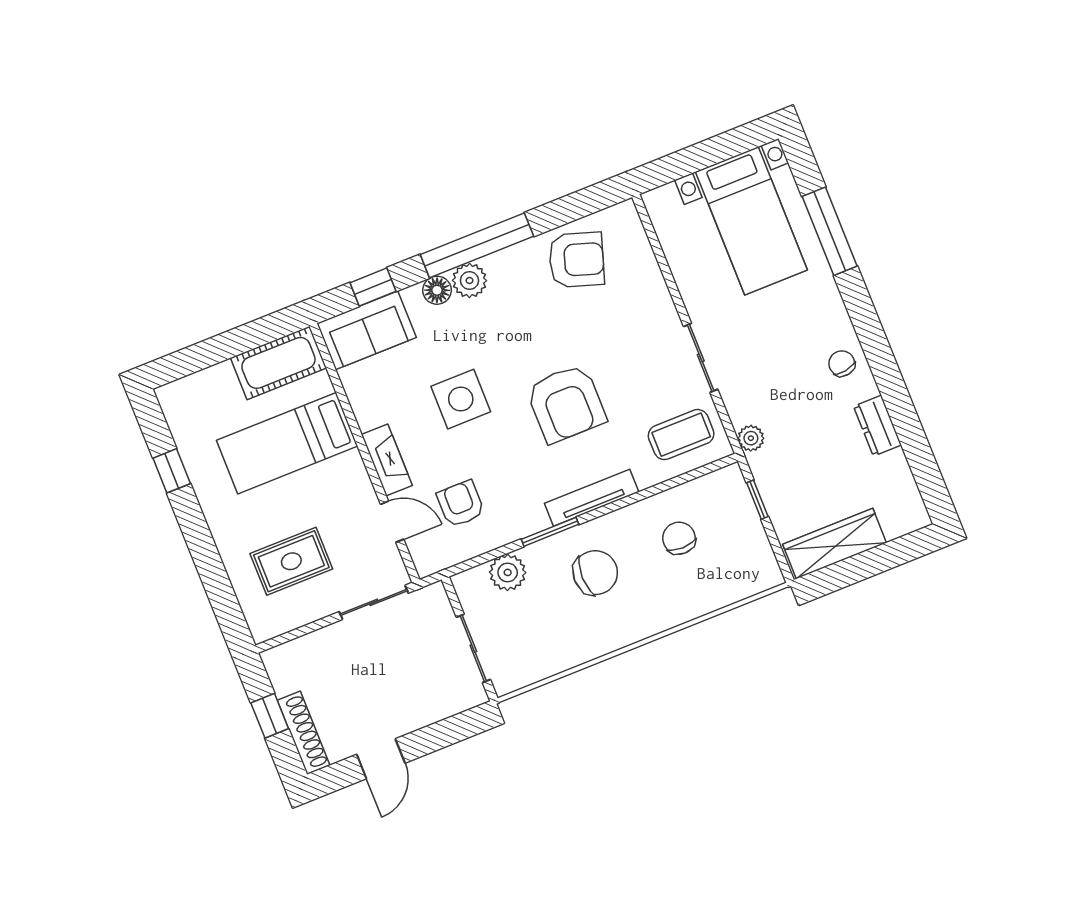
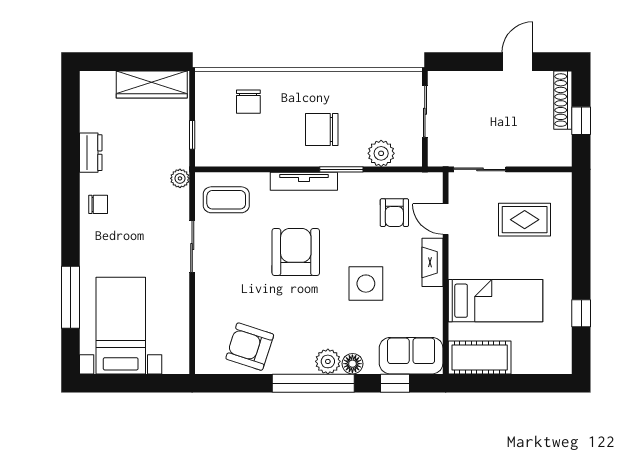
chair: (842, 364) -> (98, 204), turned -81
chair: (679, 538) -> (248, 102), moved

